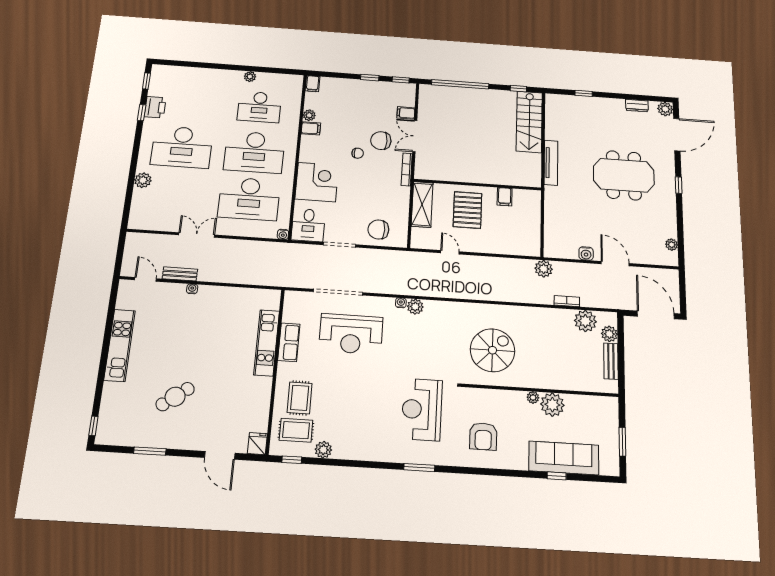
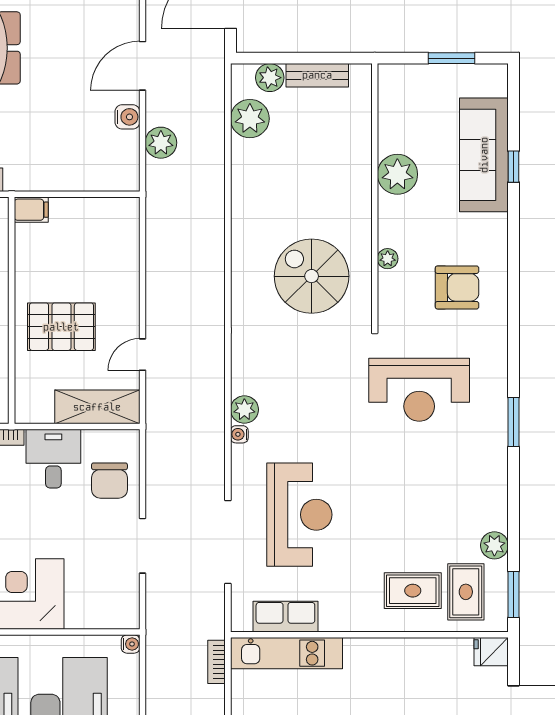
filing cabinet: (505, 197) -> (31, 210), moved
shelving: (422, 204) -> (97, 407), moved
desk: (308, 225) -> (53, 459), moved, turned -90
plant: (544, 269) -> (161, 143), moved
bookcase: (567, 301) -> (217, 662), moved
row of seats: (289, 342) -> (285, 617), moved
kitchen unit: (267, 343) -> (286, 653), moved
plant: (533, 398) -> (388, 259), moved
window: (292, 460) -> (514, 594), width x1.50
window: (419, 468) -> (514, 422), moved

